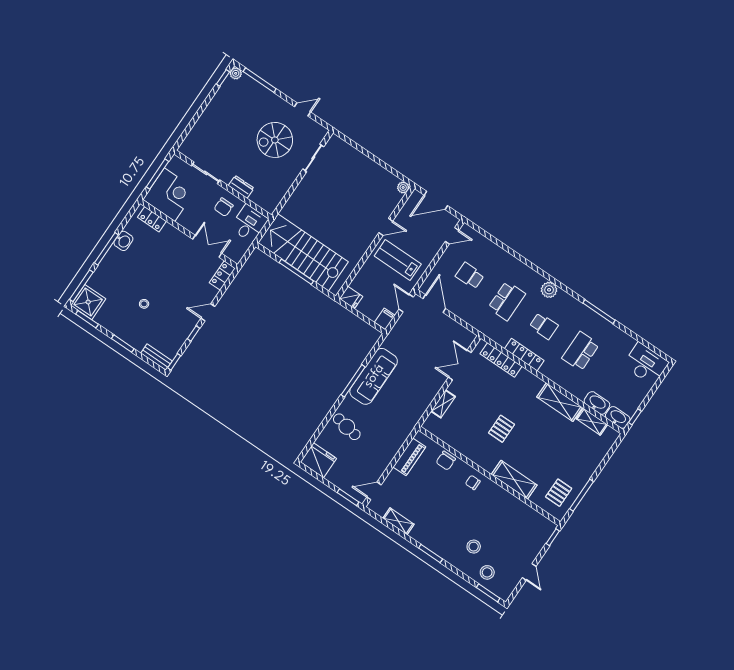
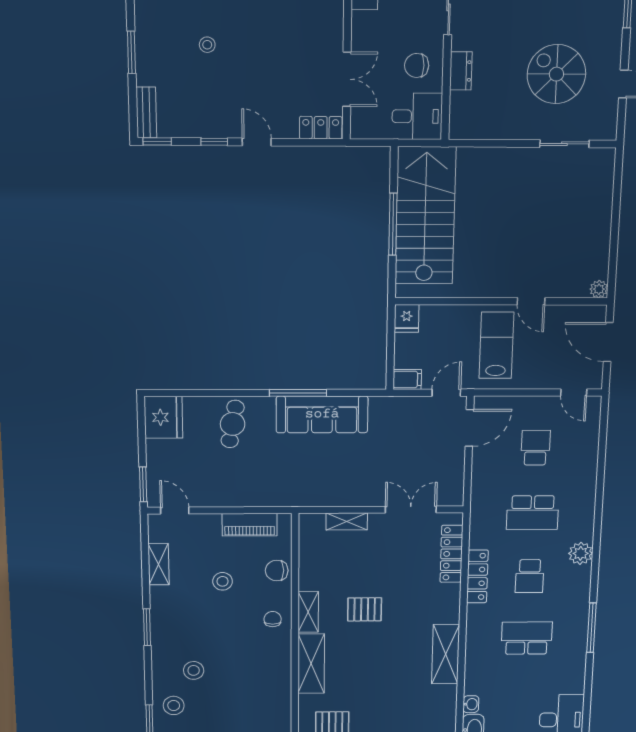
washbasin: (597, 403) -> (471, 704), width x0.52, depth x0.69
shelving: (592, 422) -> (308, 612), moved
stool: (432, 494) -> (223, 581), added

